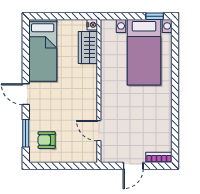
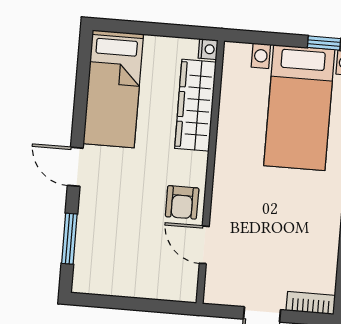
wardrobe: (88, 47) -> (195, 105), width x1.50
armchair: (47, 140) -> (182, 202), moved, turned -90

